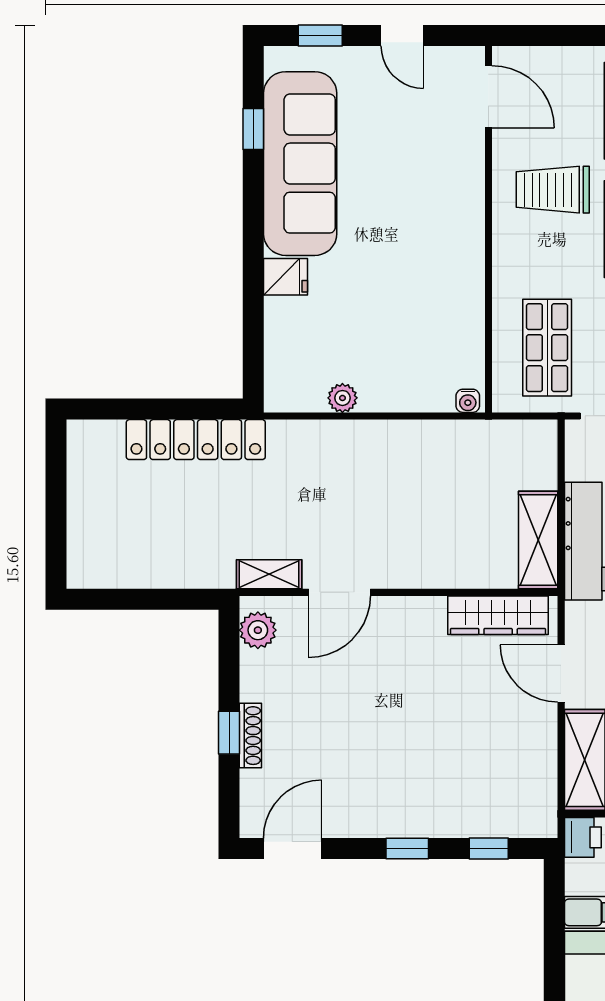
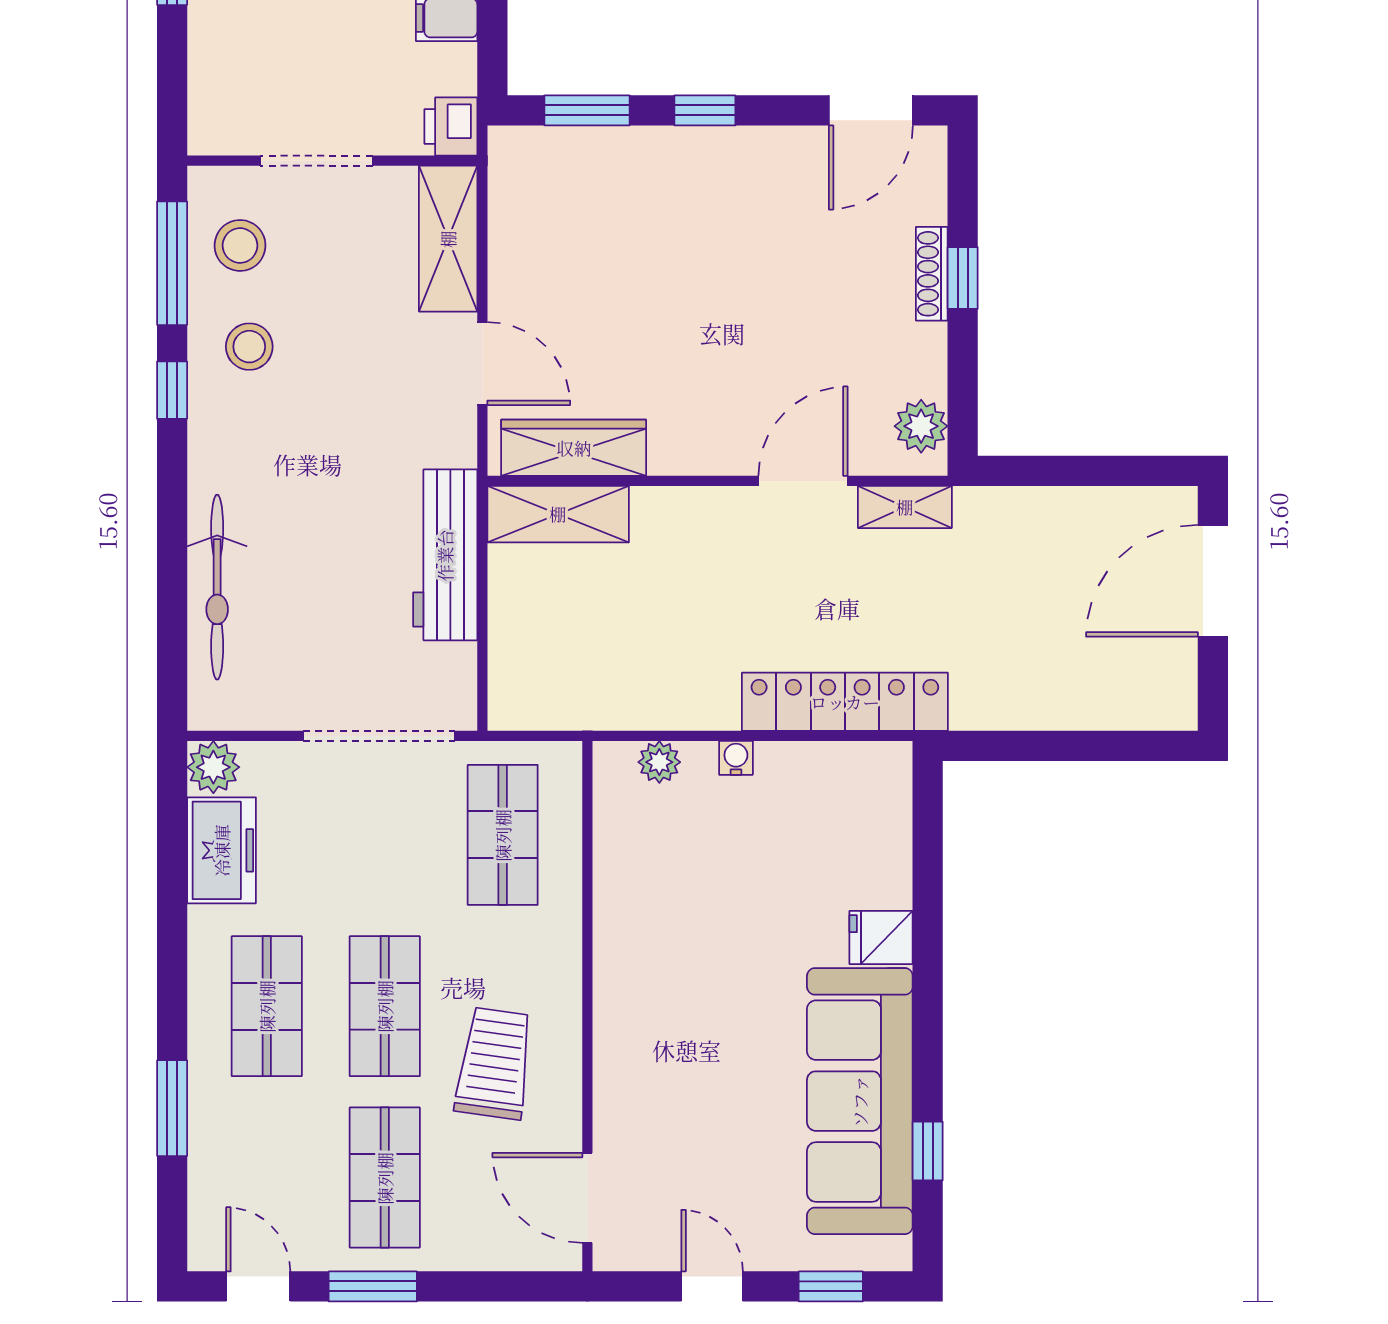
trolley: (553, 190) -> (494, 1063), turned -82
plant: (342, 398) -> (659, 762), moved
water cooler: (468, 401) -> (736, 758), moved
locker: (196, 440) -> (845, 702), moved
door: (56, 523) -> (1213, 581), added
shelving: (538, 540) -> (558, 514), moved, turned 90
window: (489, 848) -> (587, 110), width x1.50

